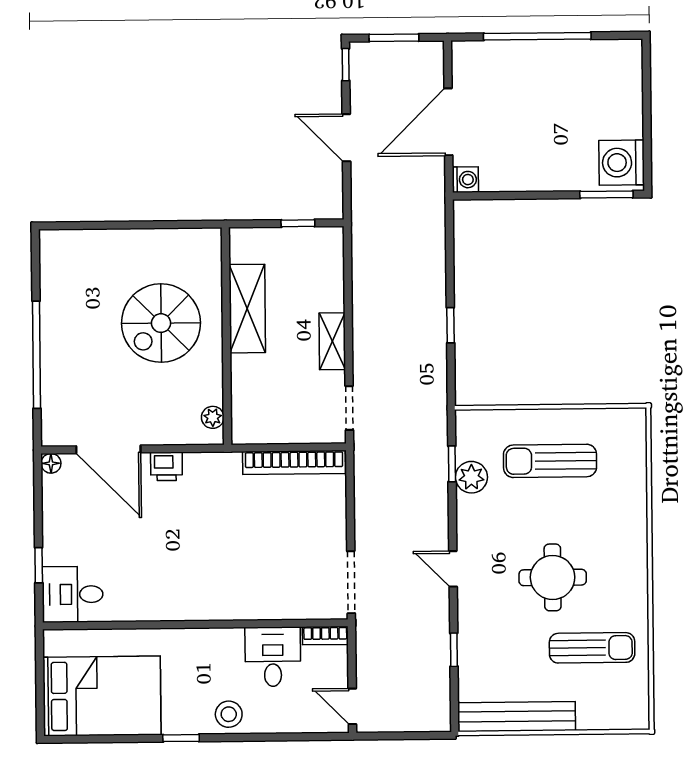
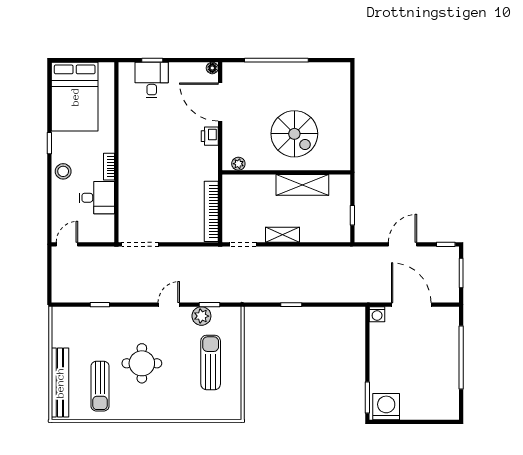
spiral stairs: (161, 323) -> (294, 134), turned 180
door: (108, 449) -> (220, 102), hinge flipped
door: (453, 569) -> (169, 305), moved
desk: (73, 594) -> (152, 80), moved
bookcase: (325, 636) -> (109, 167), moved
bench: (517, 717) -> (60, 383), moved

